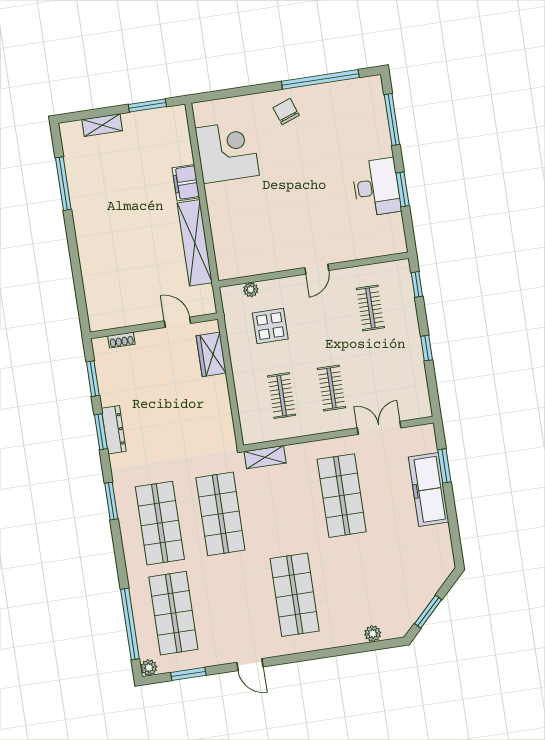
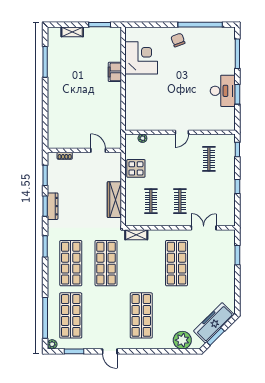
shelving: (195, 243) -> (115, 107), removed
display table: (270, 326) -> (136, 168), moved
wardrobe: (211, 354) -> (114, 200), moved, width x1.50
freezer: (429, 490) -> (214, 323), moved, turned 45
plant: (373, 634) -> (182, 340), width x1.88, depth x1.88

